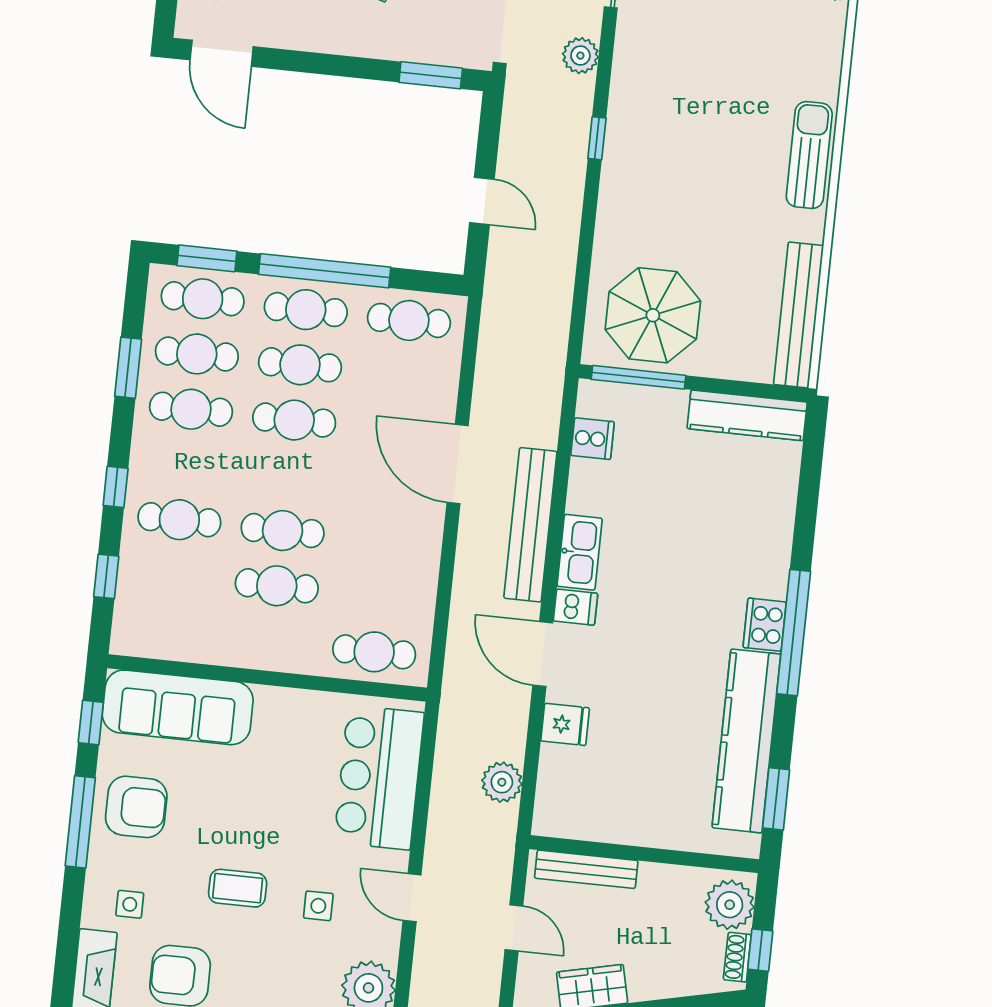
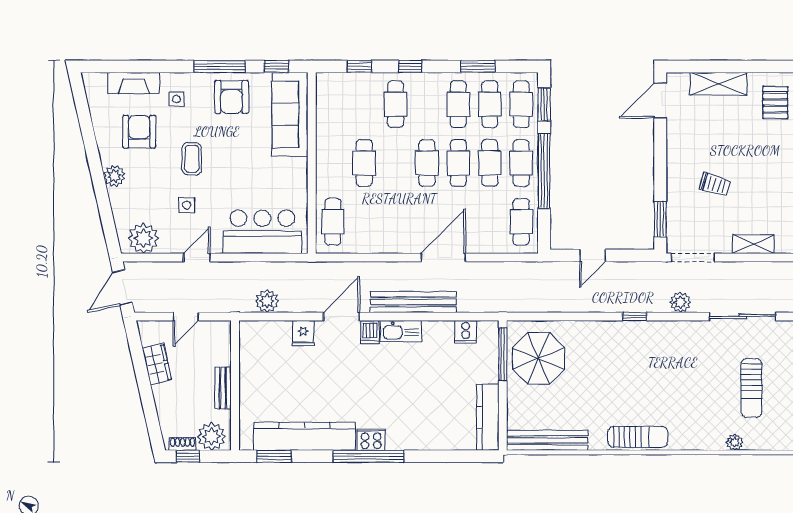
cafe table: (283, 531) -> (427, 163), moved
bench: (586, 869) -> (223, 388), moved, width x0.73

